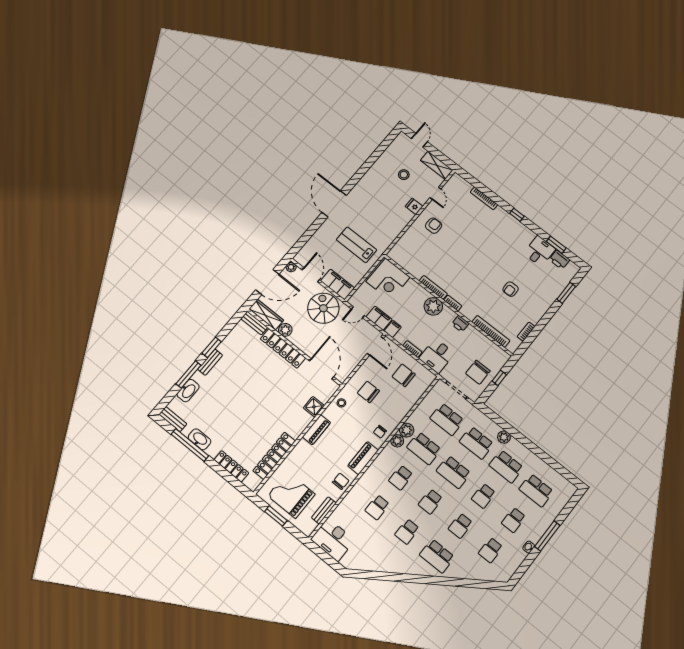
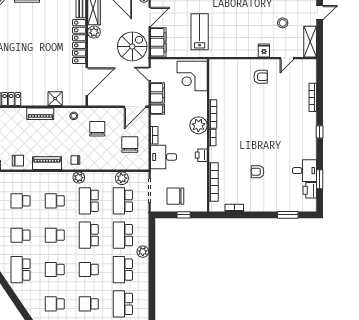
plant: (407, 430) -> (122, 178), moved

